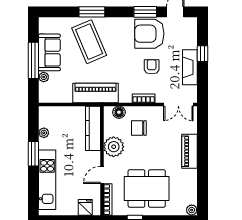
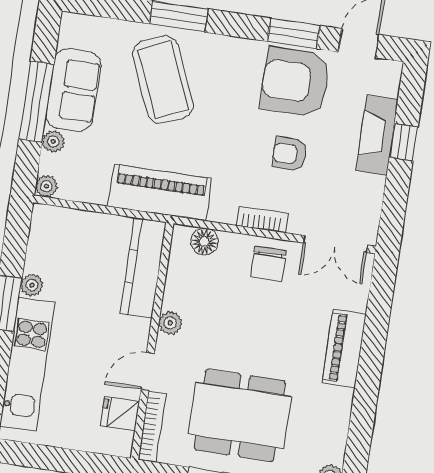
armchair: (152, 67) -> (289, 154), turned -90
fireplace: (190, 67) -> (377, 135), moved
plant: (44, 98) -> (46, 186), added
chair: (139, 128) -> (269, 264), moved, turned -90
plant: (44, 133) -> (32, 285), moved
plant: (114, 147) -> (170, 323), width x0.53, depth x0.53
fridge: (85, 207) -> (120, 414), moved, turned -90

